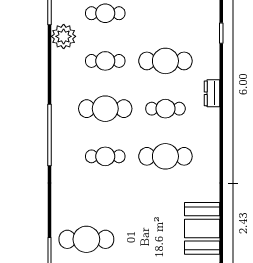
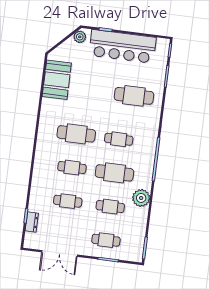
plant: (64, 36) -> (141, 198), moved
cafe table: (165, 61) -> (68, 201), width x0.73, depth x0.74
dresser: (212, 93) -> (32, 222), moved
cafe table: (86, 239) -> (134, 96), moved

